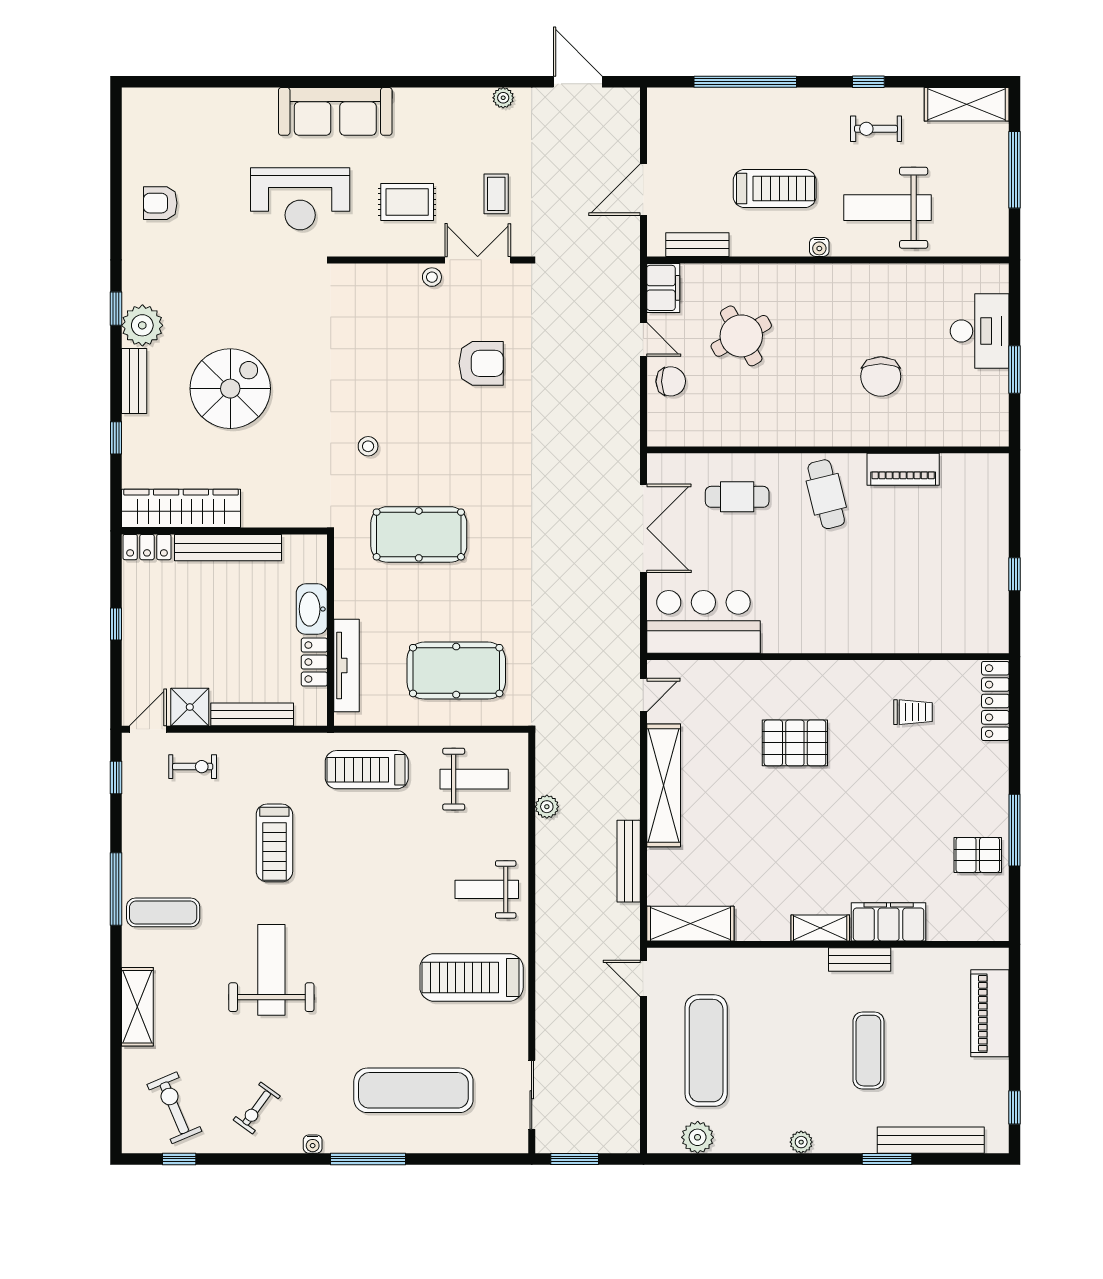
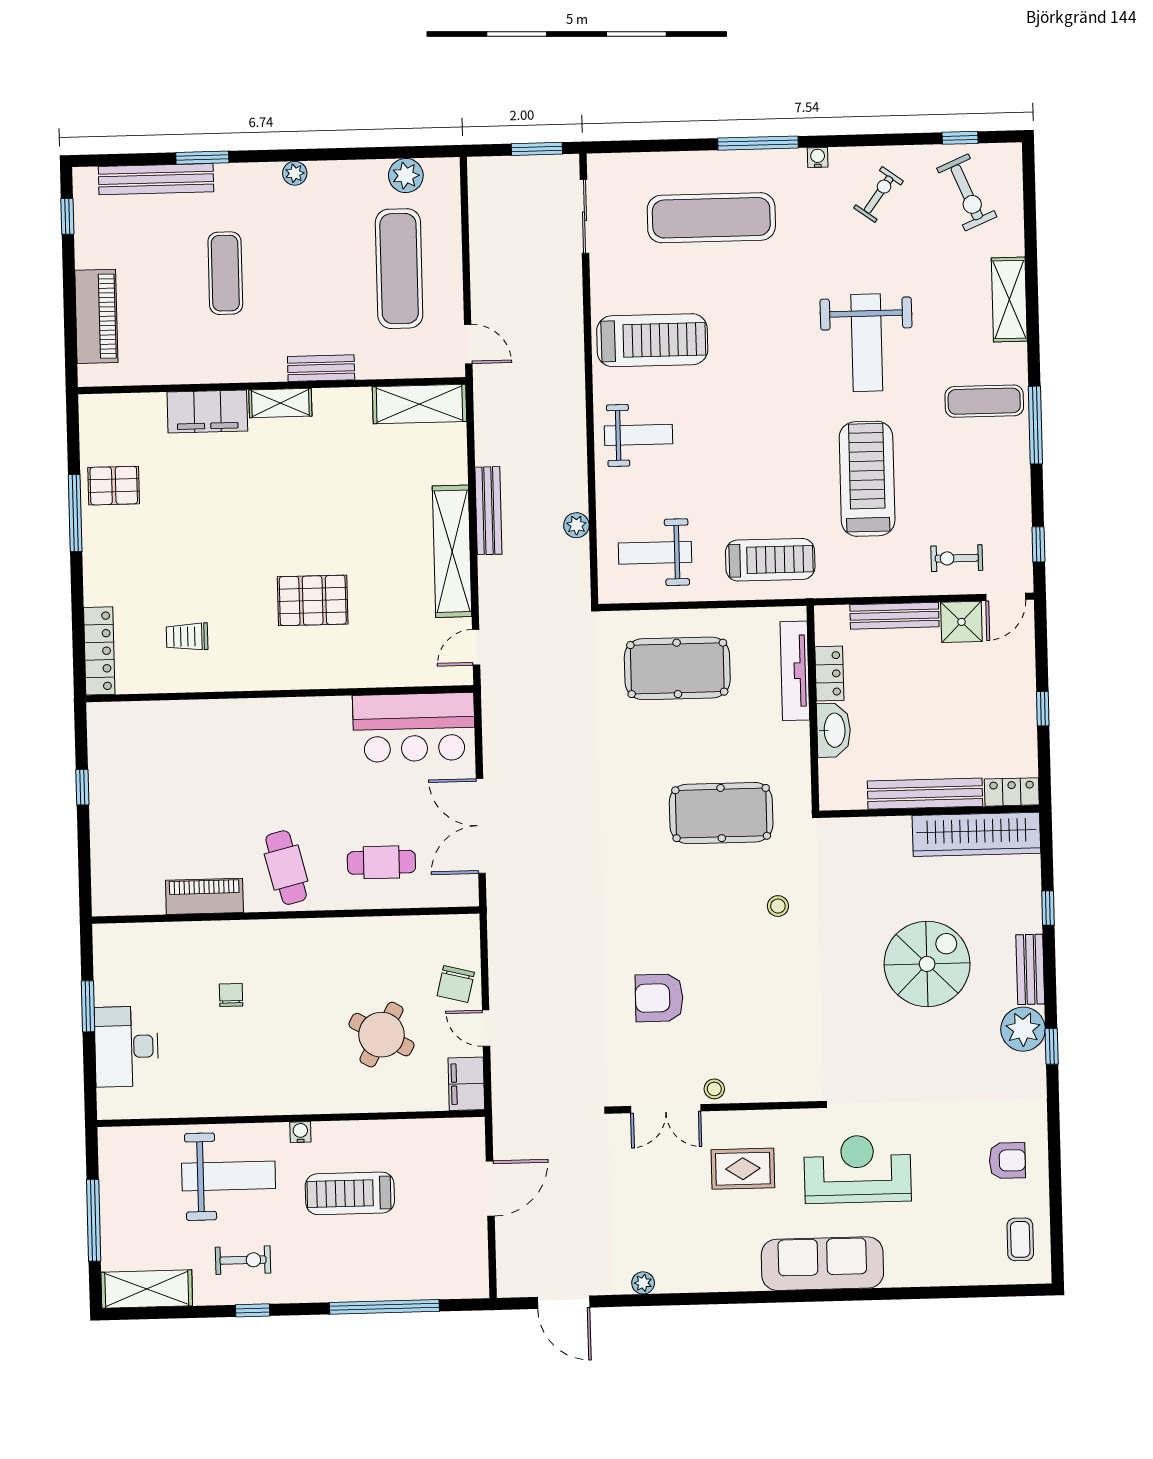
coffee table: (496, 194) -> (1020, 1239), moved
bench: (697, 245) -> (431, 1131), removed
round table: (741, 336) -> (381, 1035), turned -32
chair: (881, 377) -> (231, 995), width x0.54, depth x0.54
chair: (671, 381) -> (456, 984), turned -75
spiral stairs: (230, 389) -> (927, 964), turned 180
treadmill: (274, 843) -> (867, 479), width x1.37, depth x1.37
bench: (629, 861) -> (488, 511), moved
bench: (860, 960) -> (321, 368), moved

